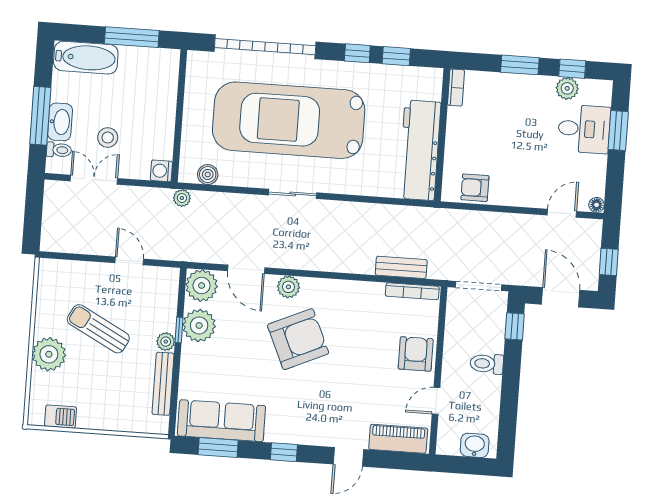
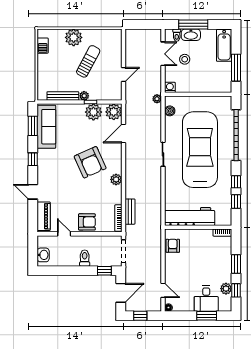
plant: (288, 287) -> (116, 179), moved

